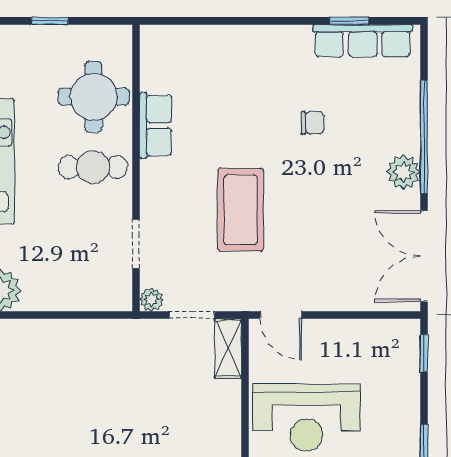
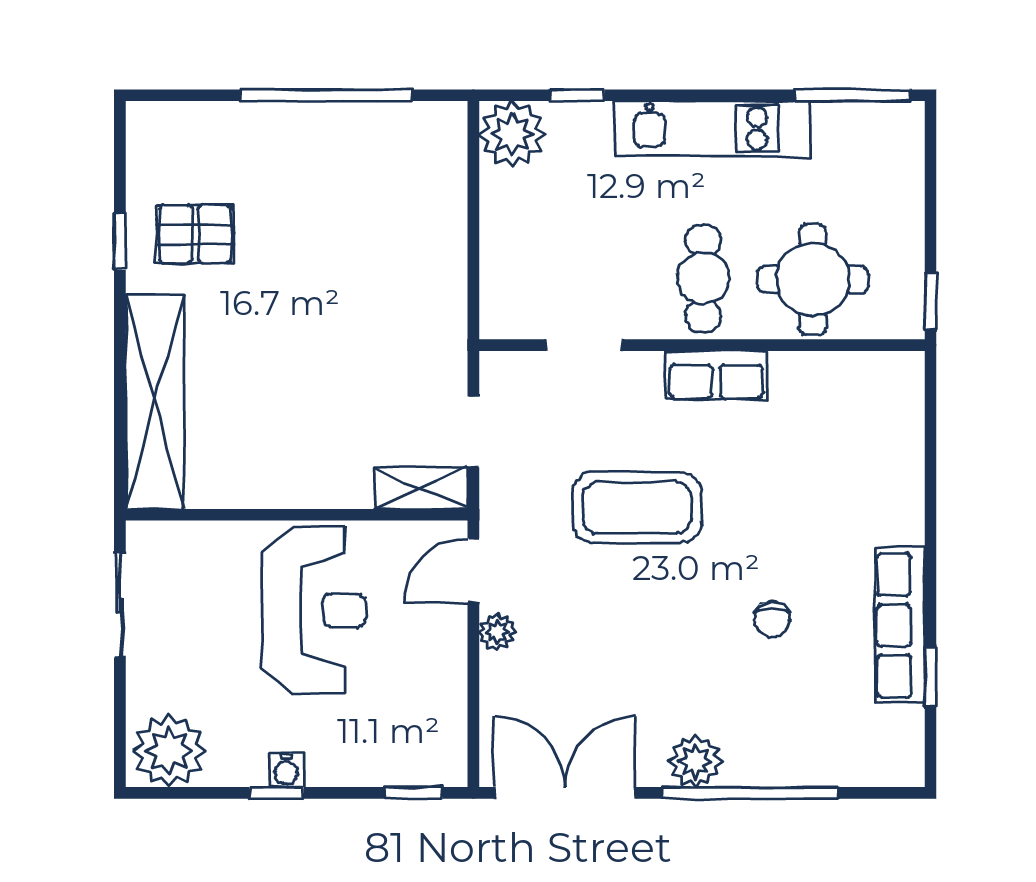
window: (50, 21) -> (931, 301), moved
row of seats: (363, 41) -> (900, 625), moved
row of seats: (155, 125) -> (716, 375), moved
plant: (151, 300) -> (497, 632), moved
reception desk: (306, 417) -> (314, 610), turned 180
water cooler: (409, 435) -> (286, 770), added

